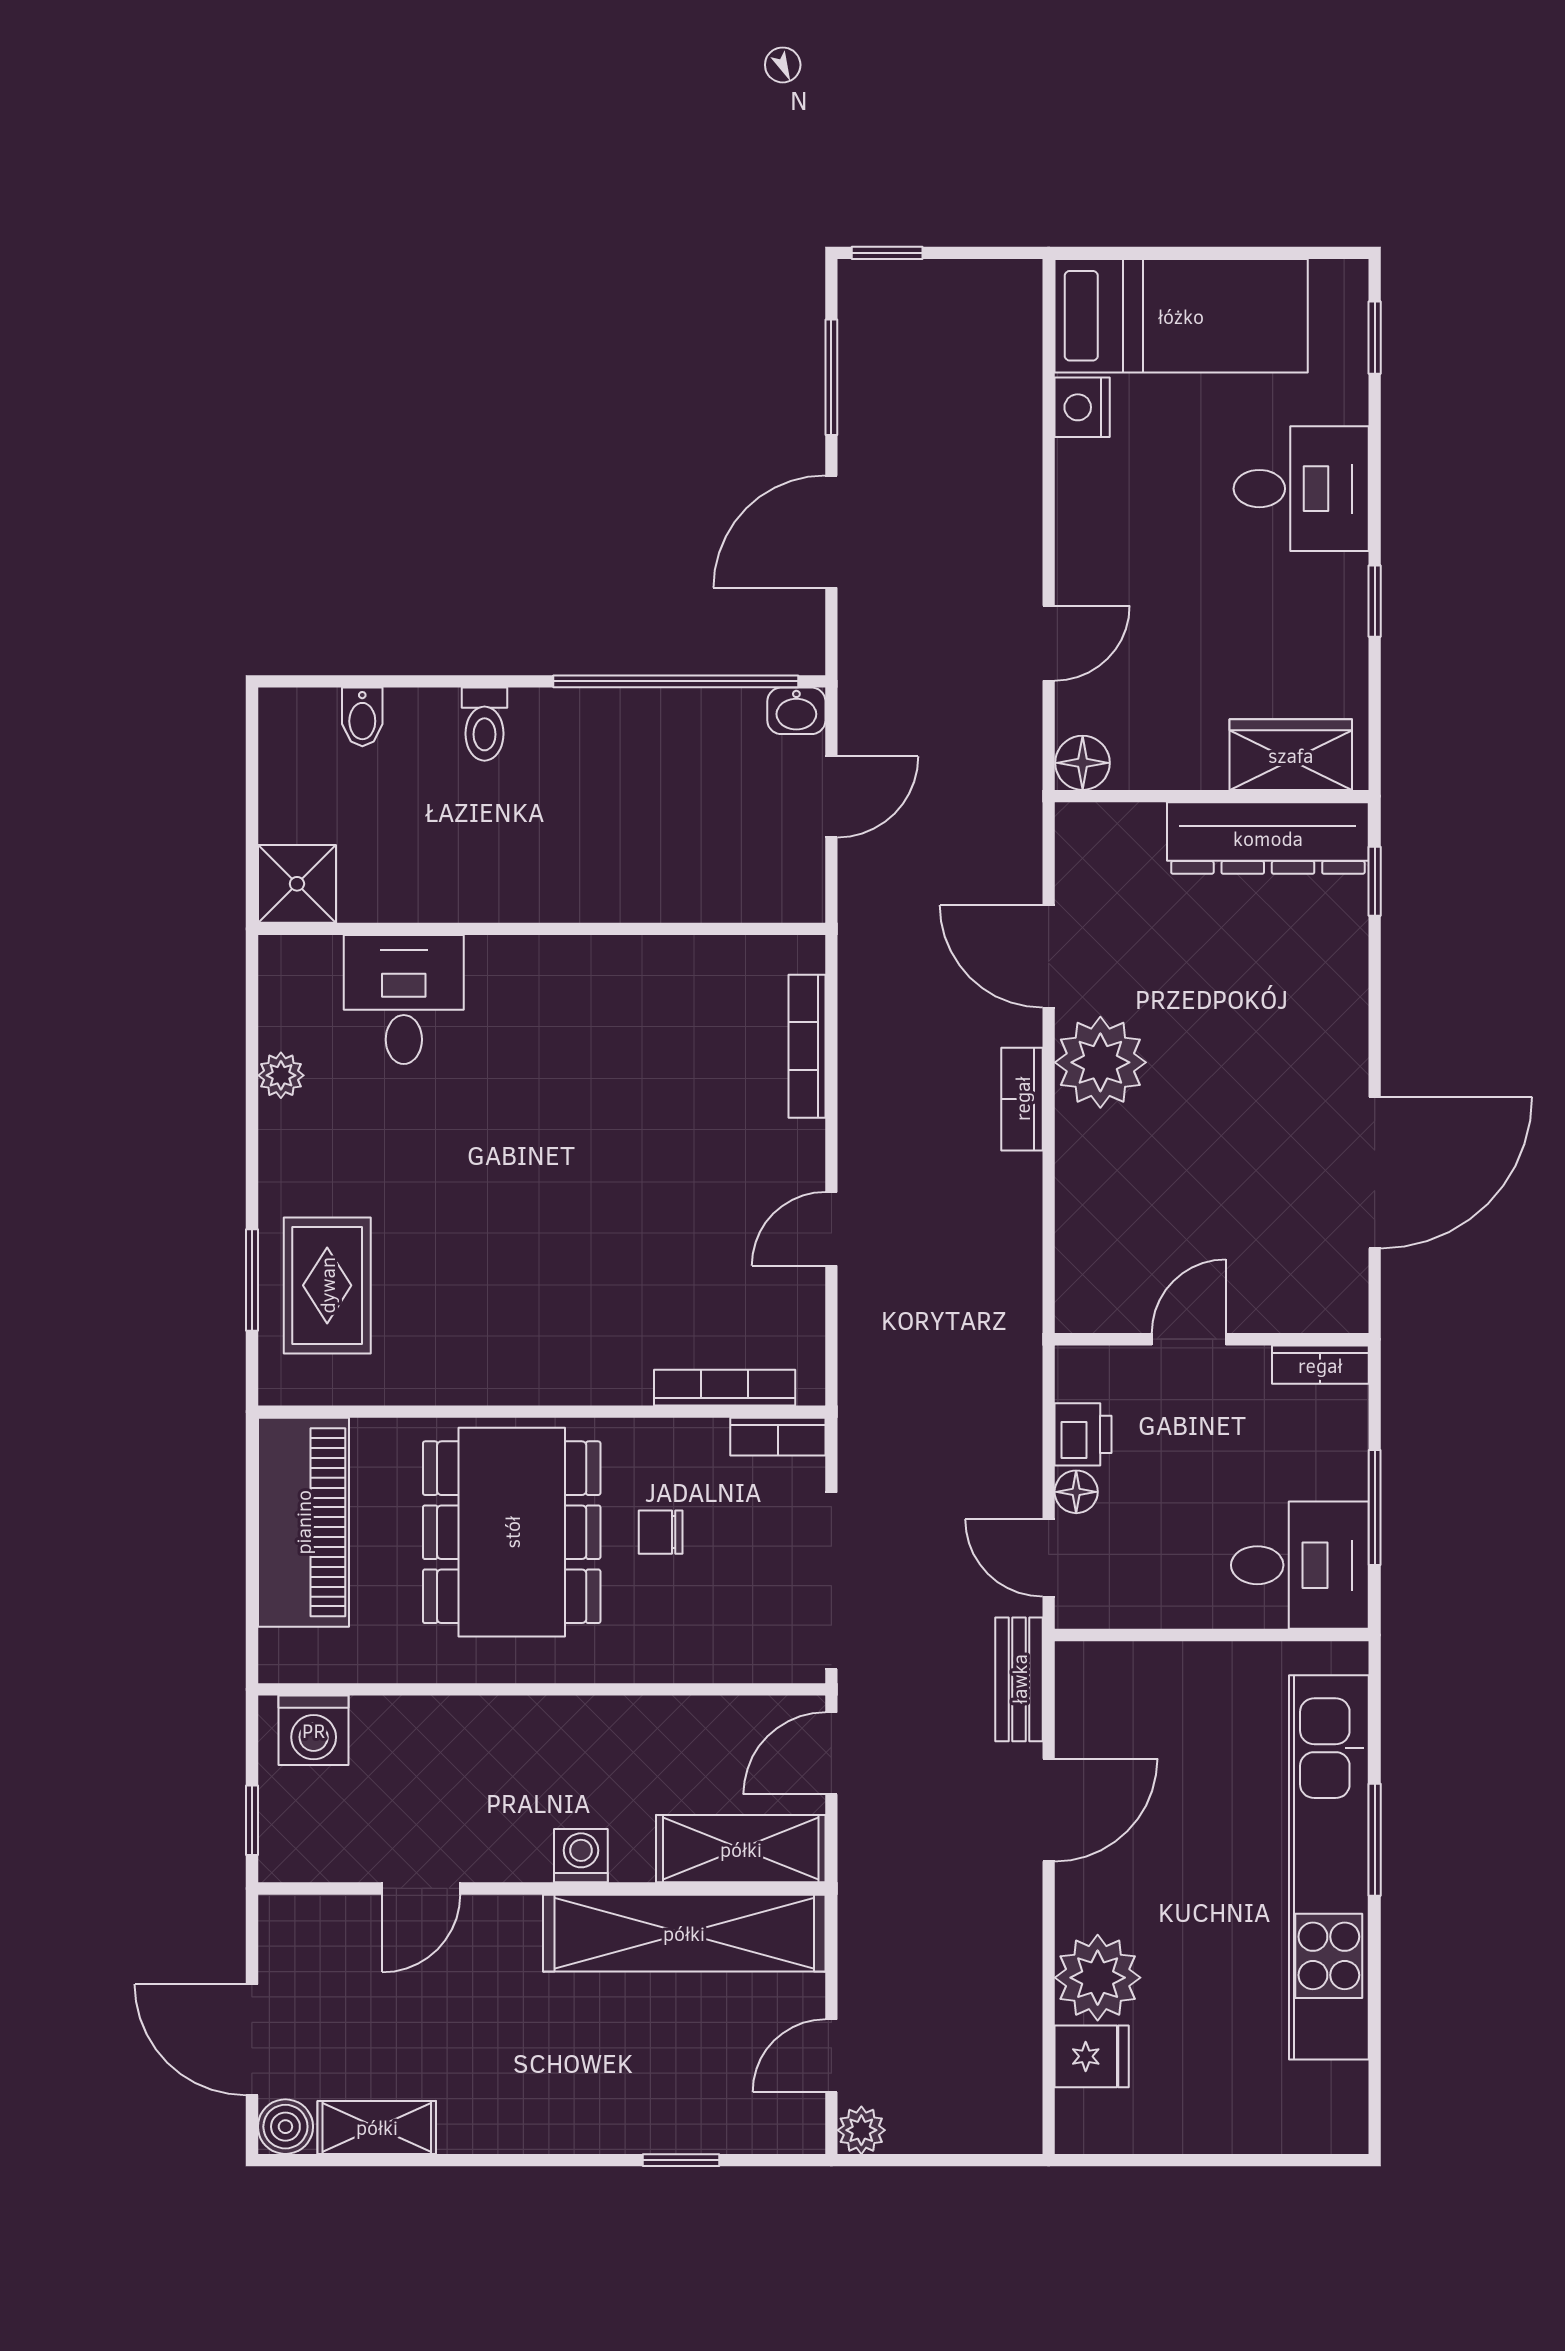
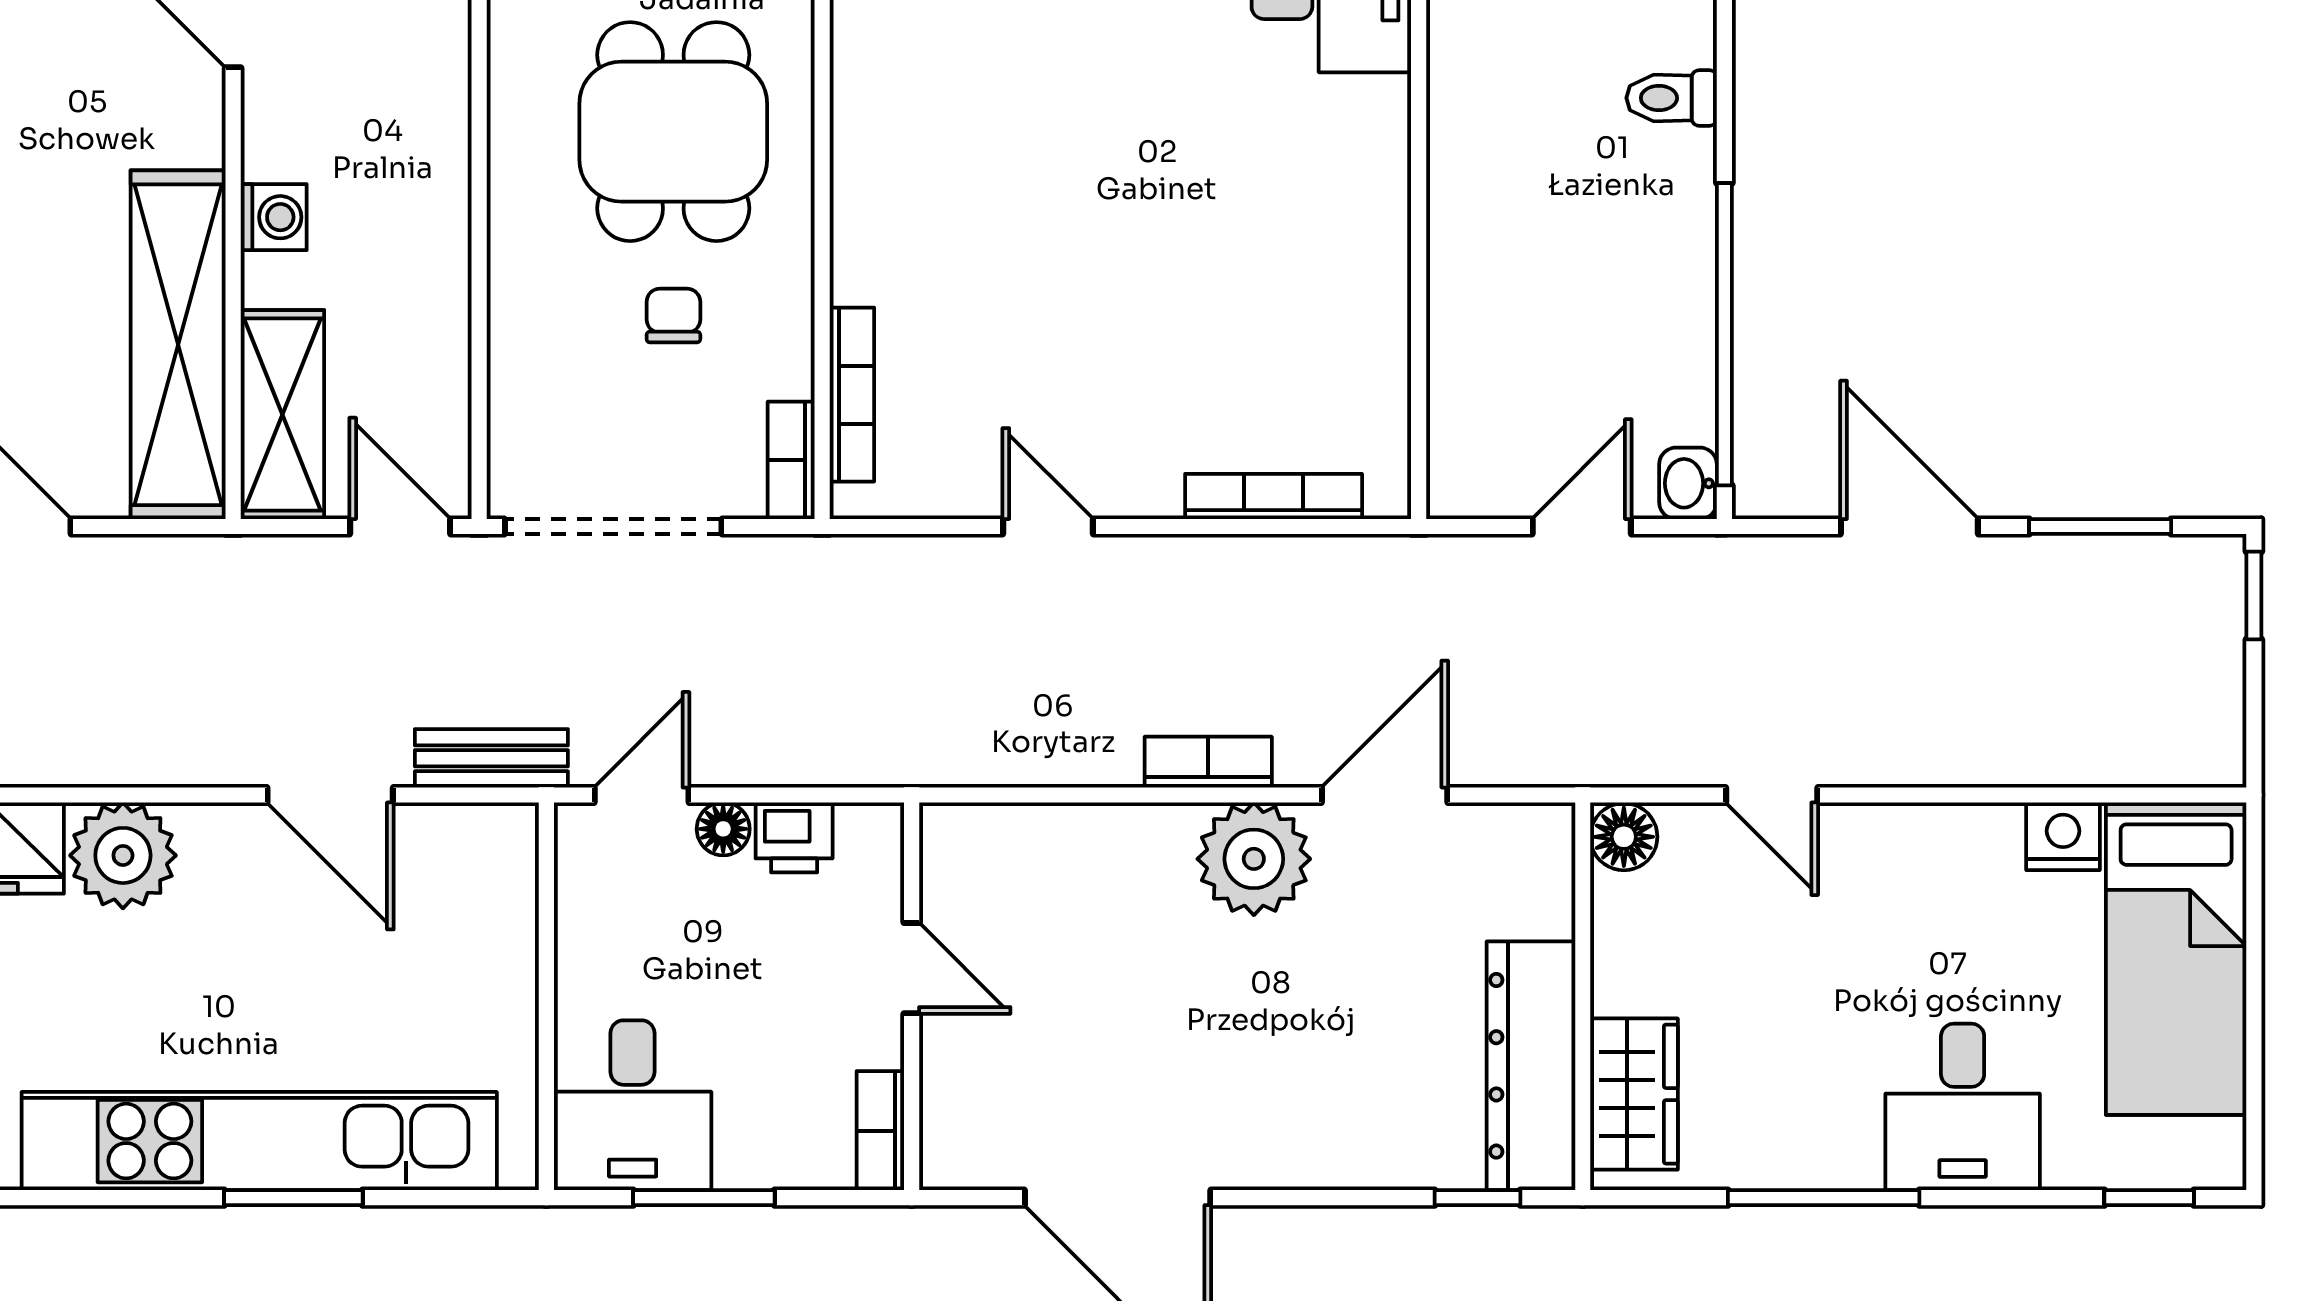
window: (1375, 601) -> (1824, 1198), width x2.17
door: (831, 797) -> (1582, 527), swing flipped
dining table: (512, 1532) -> (673, 132), width x0.73

